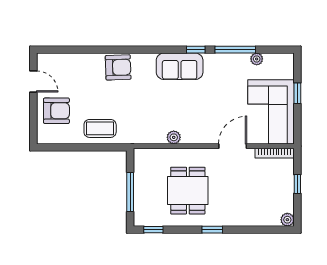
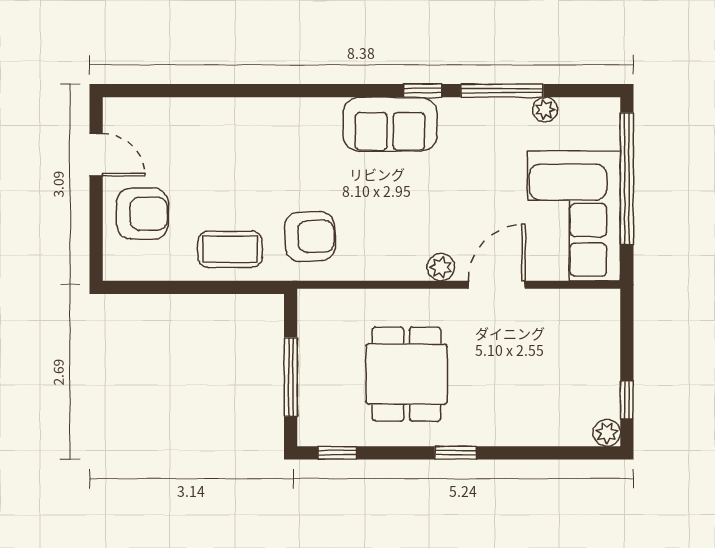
armchair: (118, 67) -> (310, 237), moved
window: (297, 93) -> (627, 179), width x3.17
plant: (174, 137) -> (441, 267), moved
bookcase: (275, 153) -> (581, 299), removed
window: (297, 184) -> (627, 400), moved

